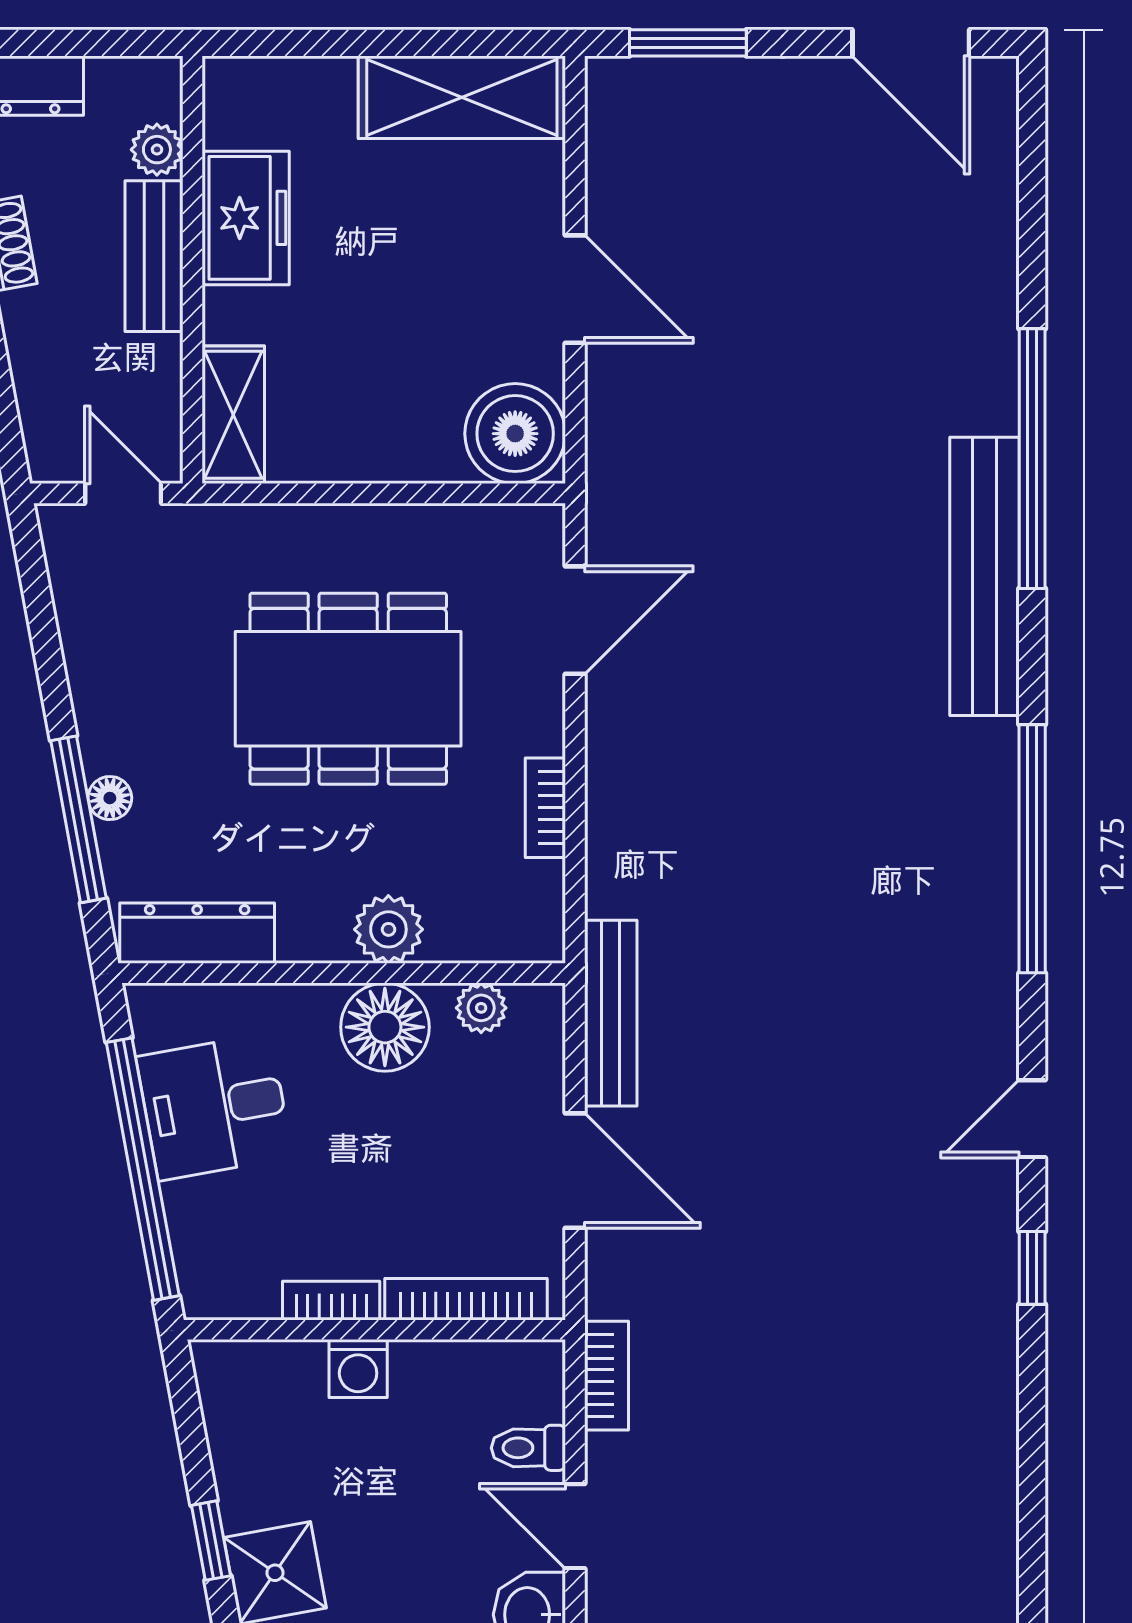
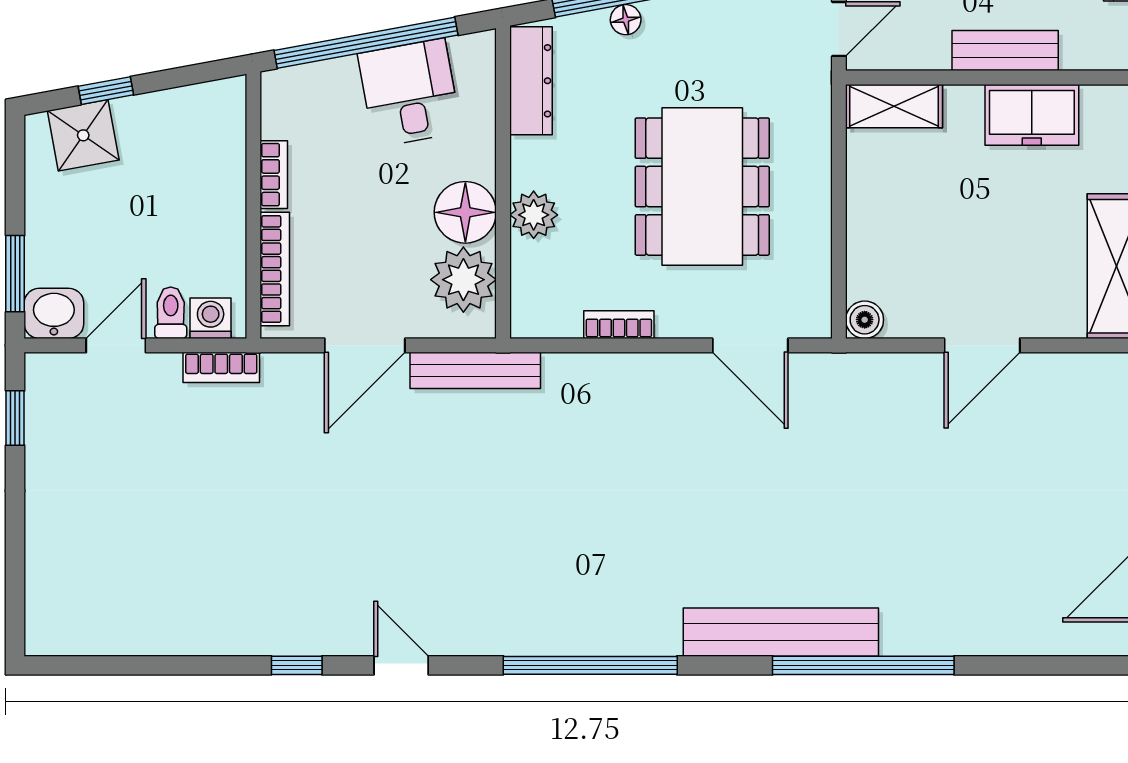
plant: (157, 150) -> (1080, 53), removed
boiler: (515, 434) -> (865, 320), width x0.54, depth x0.54
plant: (481, 1008) -> (463, 280), width x1.87, depth x1.87
washing machine: (358, 1369) -> (211, 318), moved, turned 90

